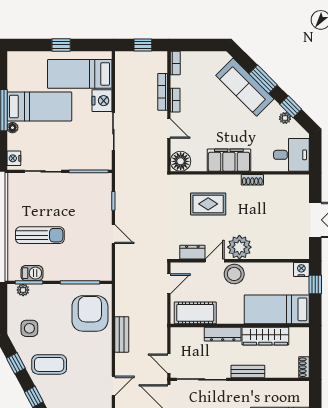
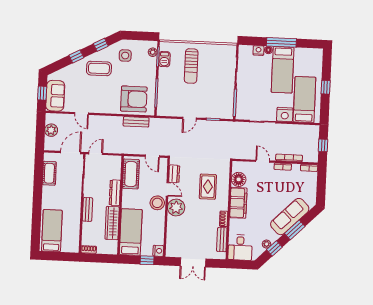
door: (169, 129) -> (263, 161), swing flipped
nightstand: (14, 158) -> (258, 51), moved
floor lamp: (181, 161) -> (239, 179), moved
bench: (282, 181) -> (222, 240), added
bench: (122, 334) -> (136, 122), moved
coffee table: (49, 364) -> (99, 68), turned 90

